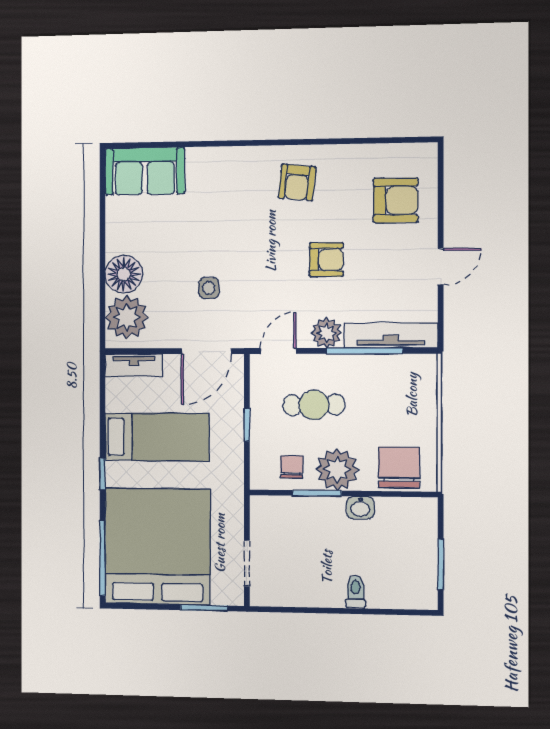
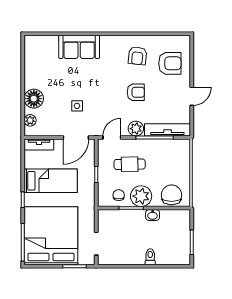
sofa: (145, 171) -> (79, 47), moved
armchair: (297, 182) -> (137, 56), moved
plant: (127, 317) -> (30, 120), width x0.53, depth x0.53

